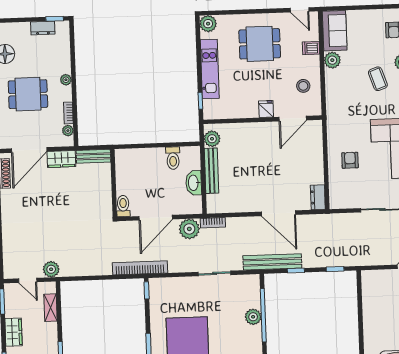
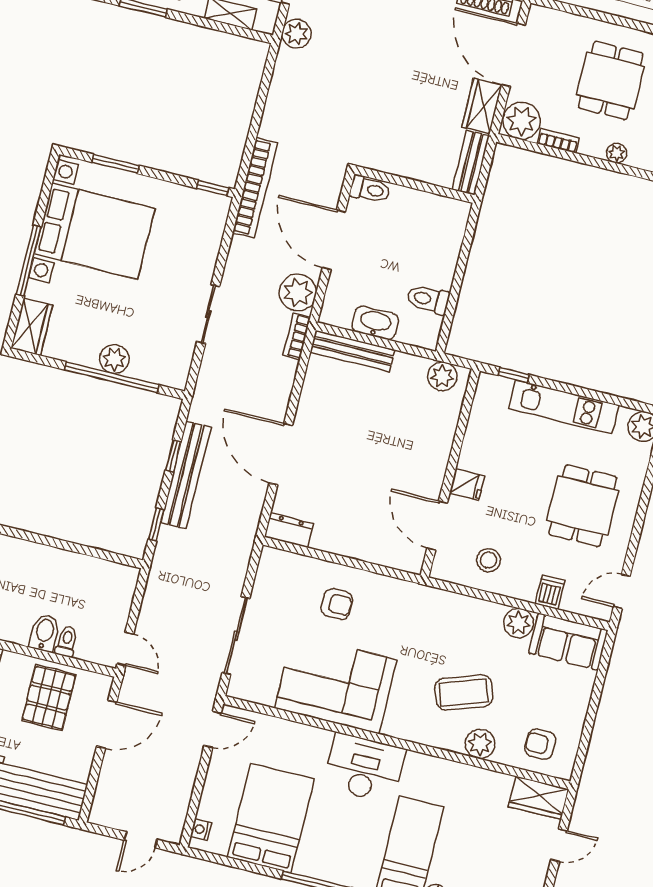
coffee table: (378, 79) -> (464, 693), width x1.36, depth x1.30
plant: (68, 131) -> (522, 121), width x1.87, depth x1.87
bench: (211, 171) -> (352, 351), moved
door: (278, 213) -> (281, 454), hinge flipped
bench: (272, 262) -> (186, 475), moved

